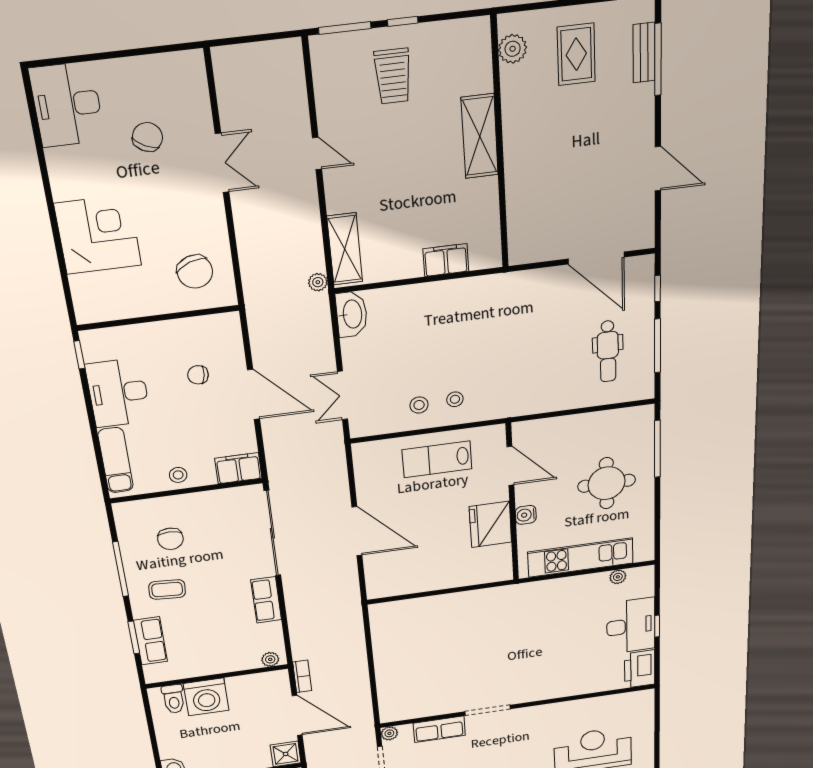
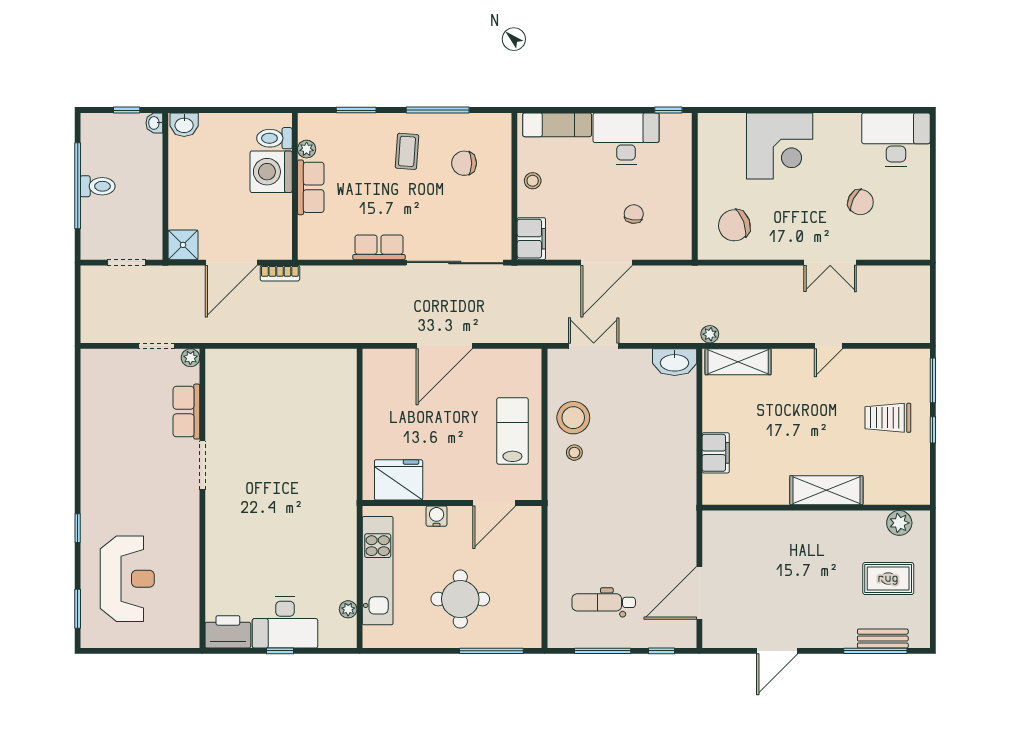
stool: (419, 405) -> (573, 418), width x1.89, depth x1.89
fridge: (490, 524) -> (399, 480), moved
row of seats: (151, 641) -> (311, 187), moved, turned -90
plant: (270, 659) -> (307, 149), moved

